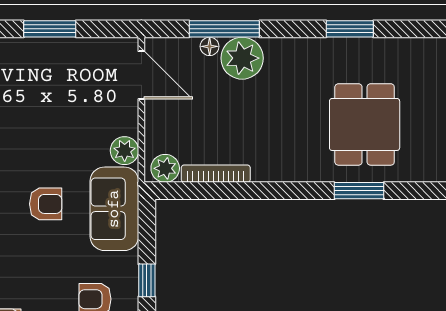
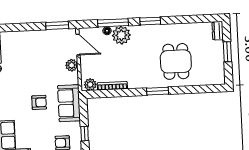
window: (50, 29) -> (57, 25), moved
window: (350, 29) -> (150, 21), moved
plant: (125, 151) -> (72, 65), moved
window: (359, 191) -> (158, 91), moved

